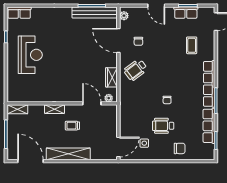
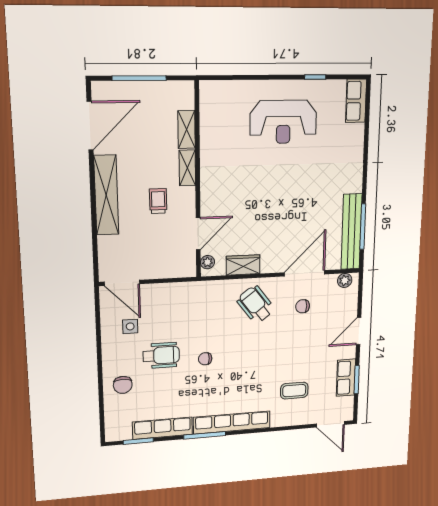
shelving: (17, 109) -> (187, 130), moved
wheelchair: (163, 126) -> (161, 355), turned 90

